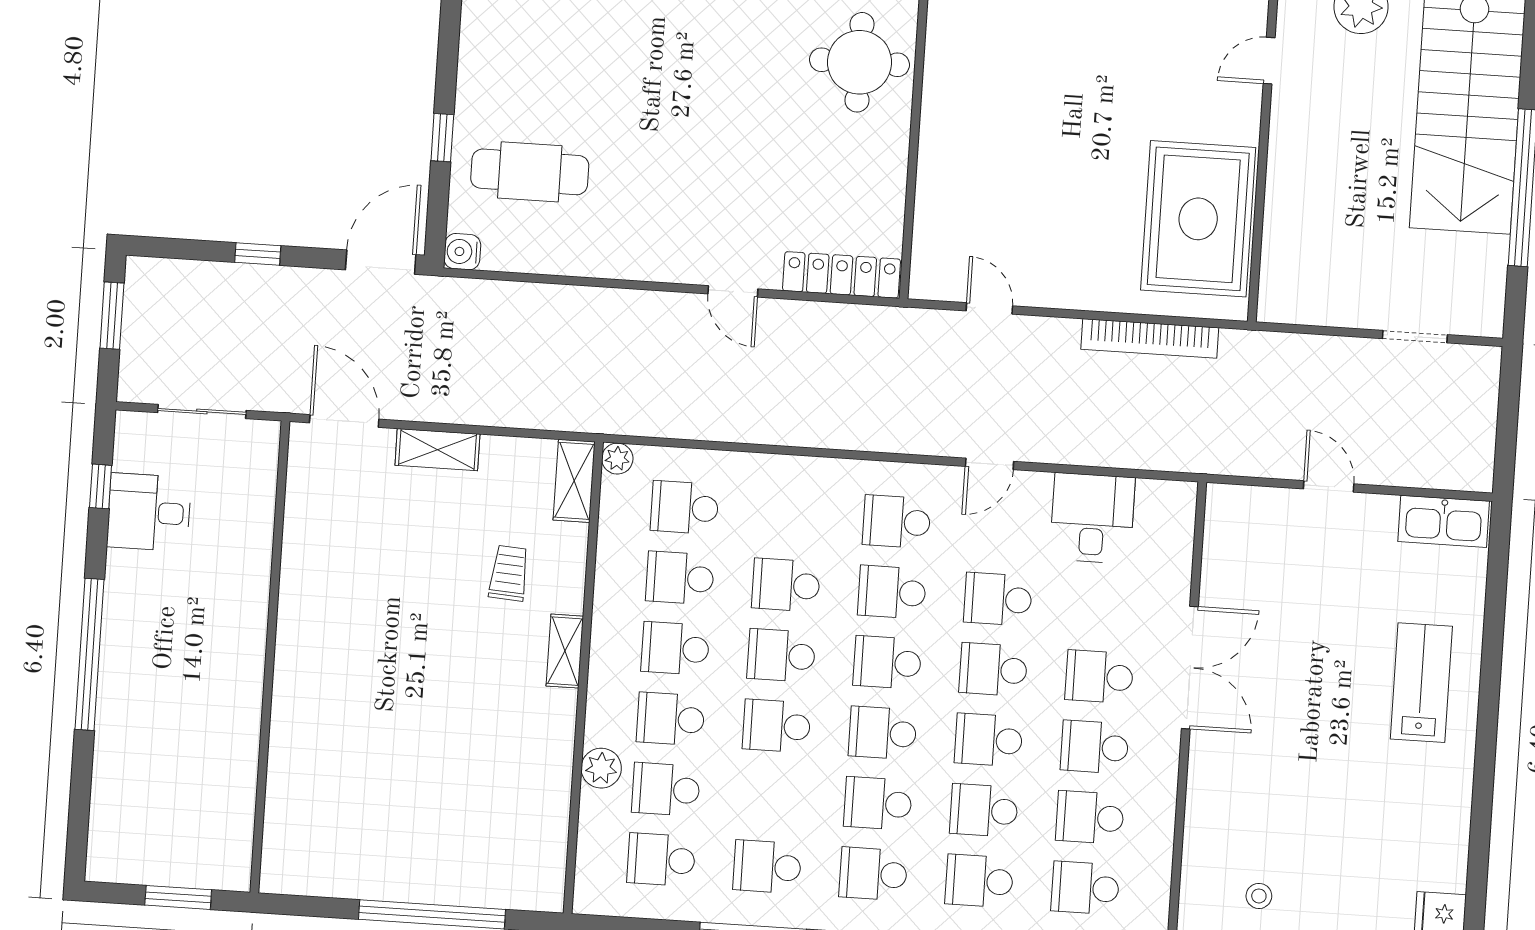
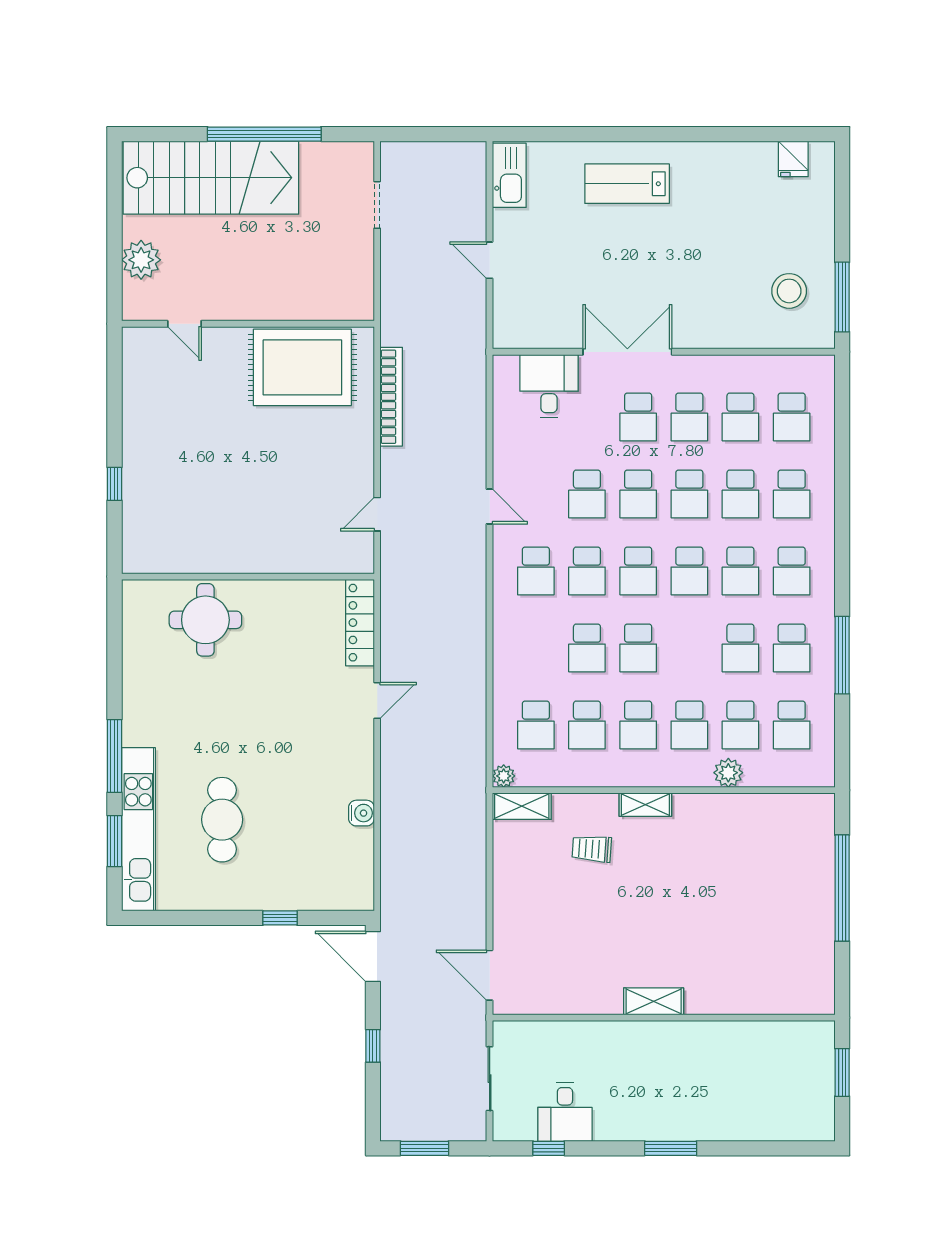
cafe table: (530, 172) -> (222, 820), moved
water cooler: (462, 252) -> (361, 813), moved, turned -90
door: (344, 421) -> (490, 975), hinge flipped
shelving: (437, 450) -> (654, 1001), moved, turned 90
door: (1329, 486) -> (490, 260), hinge flipped
desk: (1092, 518) -> (549, 386), moved, turned 90
window: (89, 654) -> (671, 1148), width x0.47
school desk: (777, 726) -> (740, 648), moved
stool: (1259, 896) -> (789, 291), width x1.89, depth x1.89

